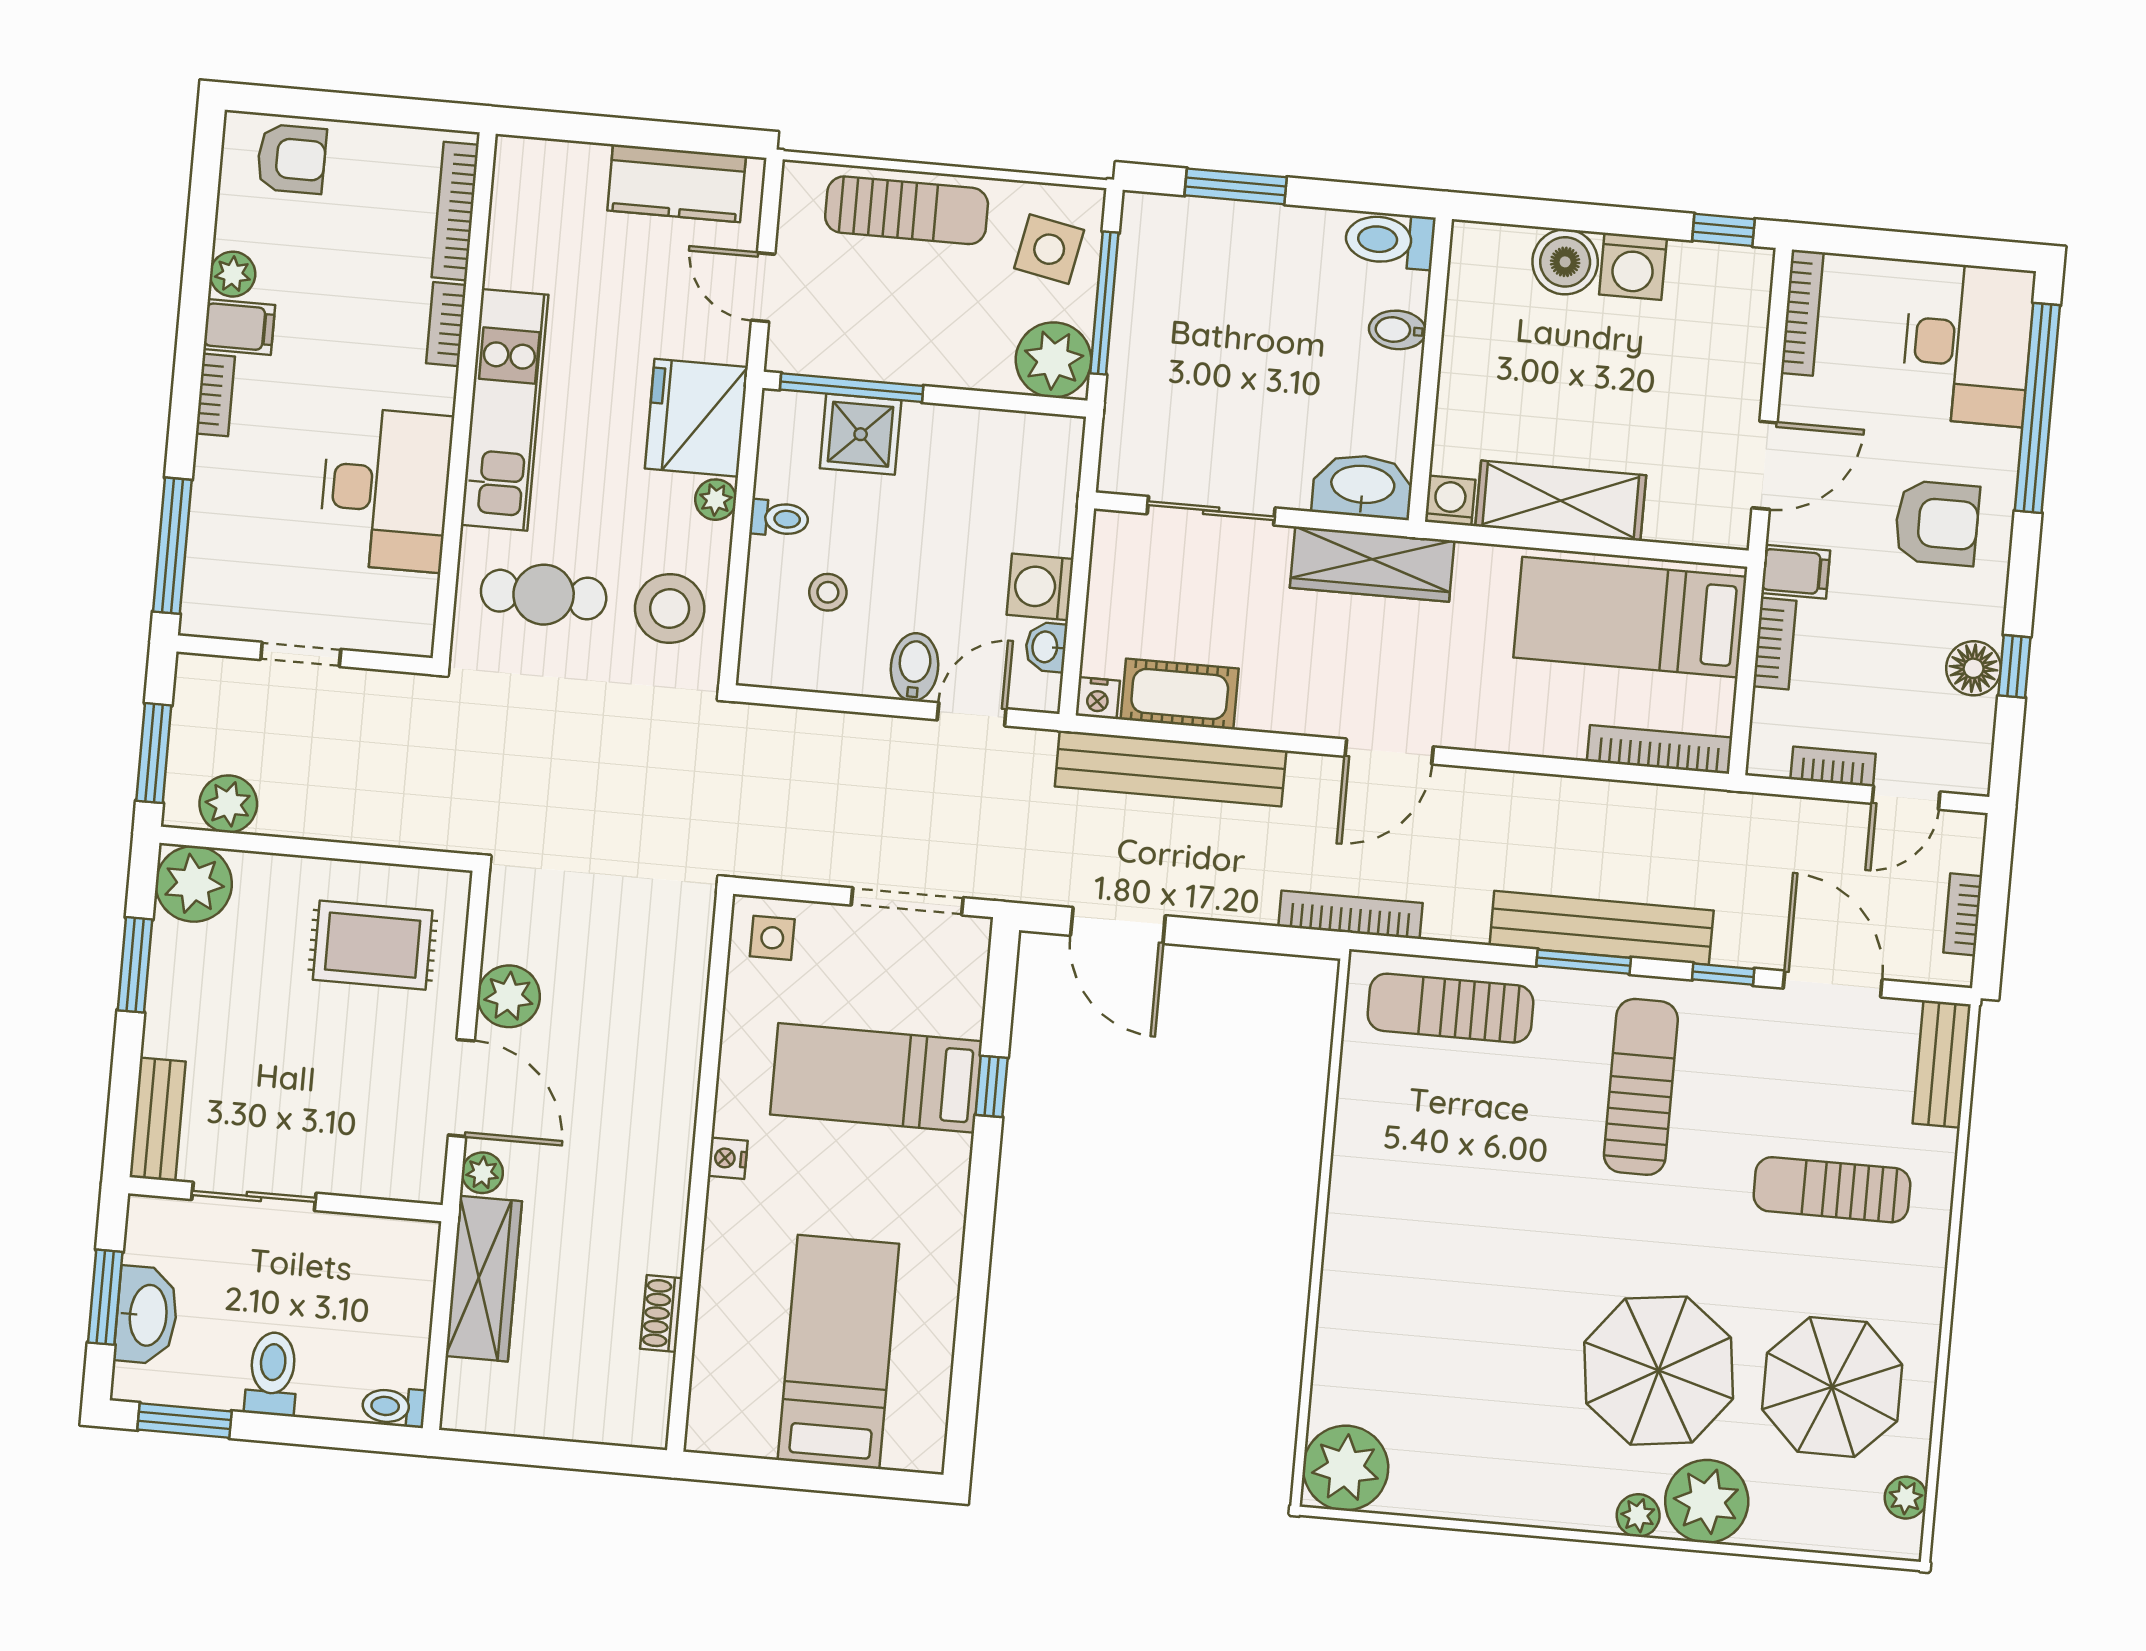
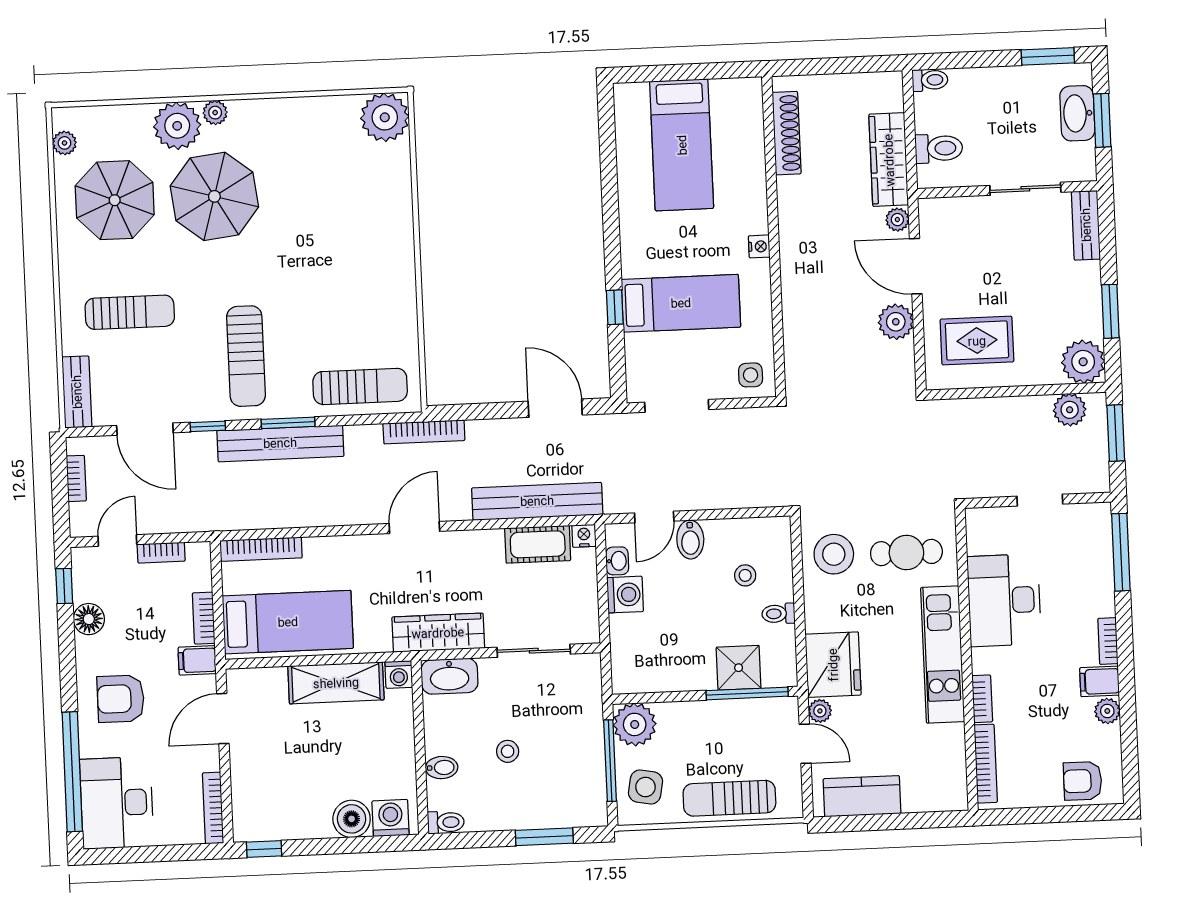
toilet: (1390, 240) -> (446, 822), width x0.73, depth x0.72
washing machine: (1633, 266) -> (391, 818), moved
stool: (1280, 343) -> (508, 751), added
plant: (716, 500) -> (820, 711), moved
window: (2014, 666) -> (64, 586), moved
shoe rack: (661, 1314) -> (787, 133), width x1.94, depth x1.24
toilet: (272, 1374) -> (939, 148), moved, turned -90

